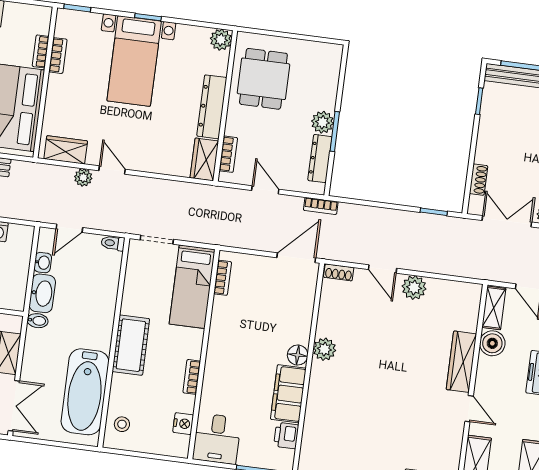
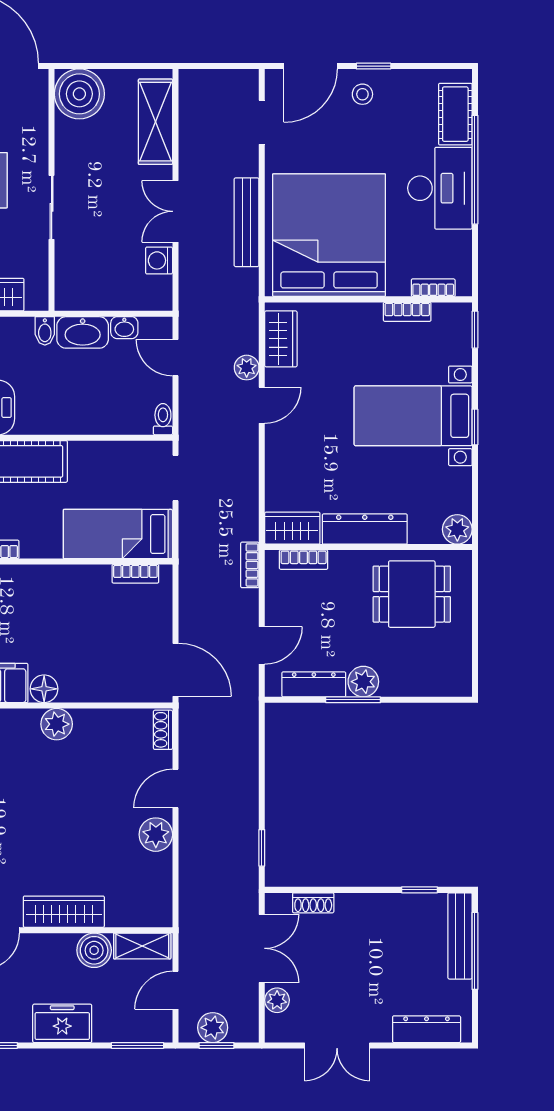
bookcase: (41, 51) -> (433, 288), moved
door: (265, 190) -> (262, 645), moved
bookcase: (321, 206) -> (250, 565), moved

